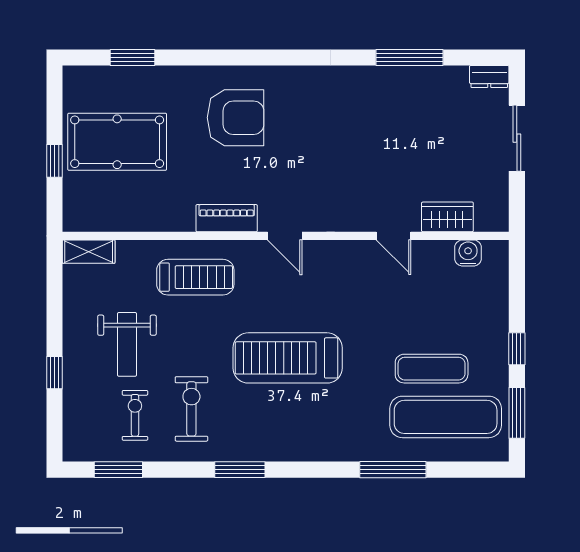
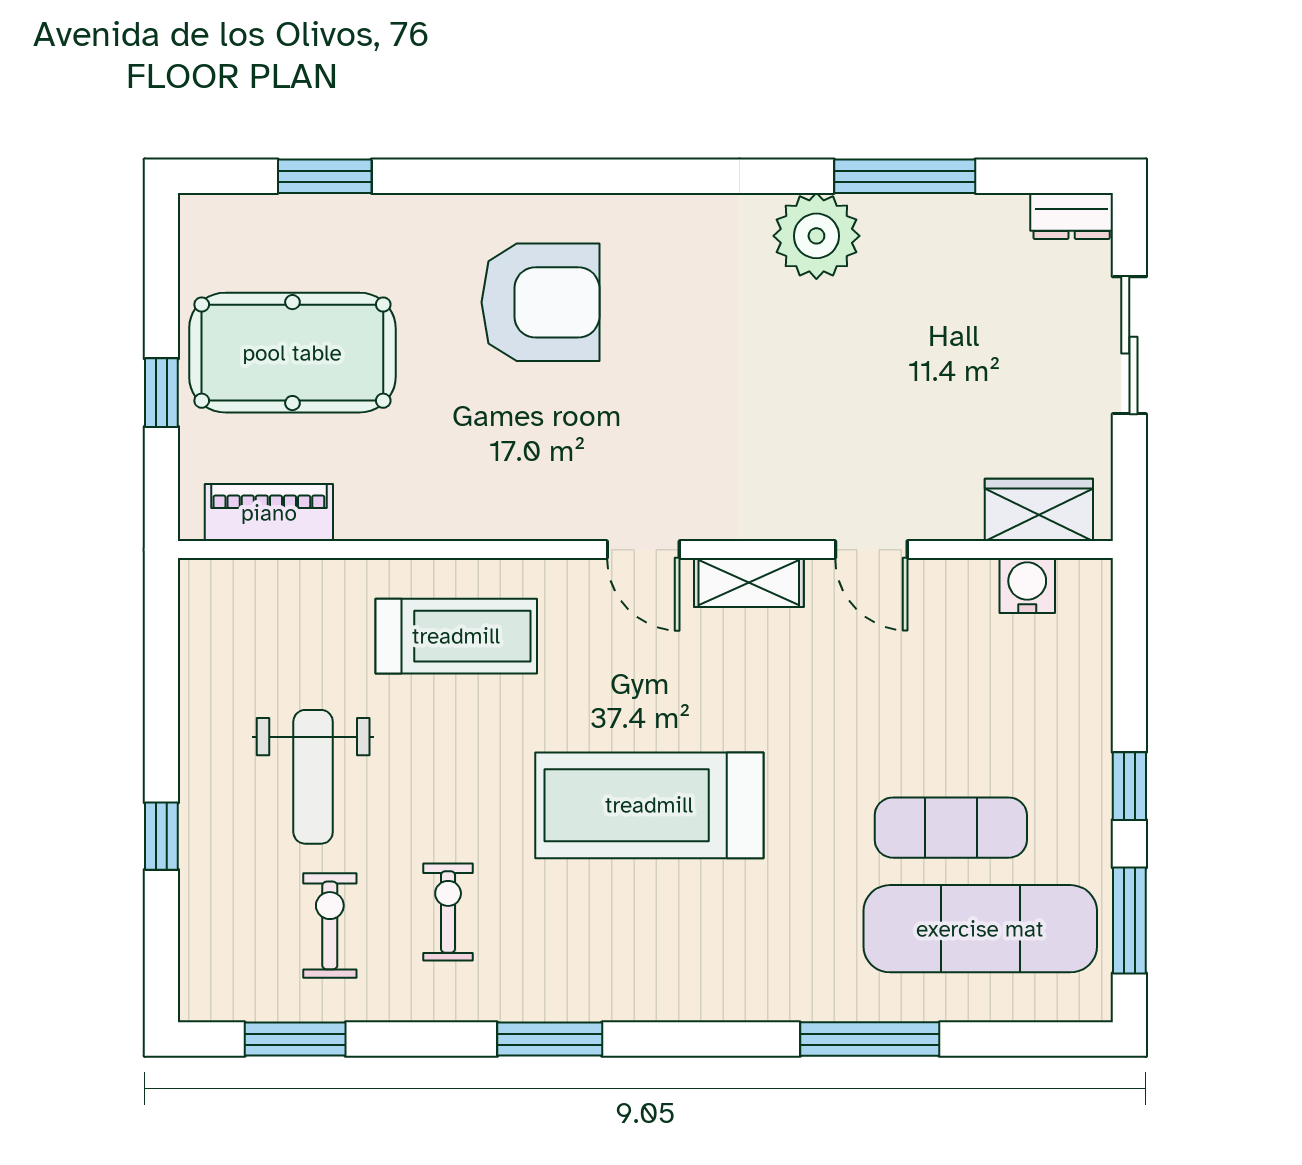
plant: (367, 86) -> (816, 236), added
wardrobe: (447, 217) -> (1039, 510), moved
piano: (227, 218) -> (269, 513), moved
shelving: (89, 252) -> (749, 582), moved
exercise bike: (191, 409) -> (448, 912), width x0.73, depth x0.72

